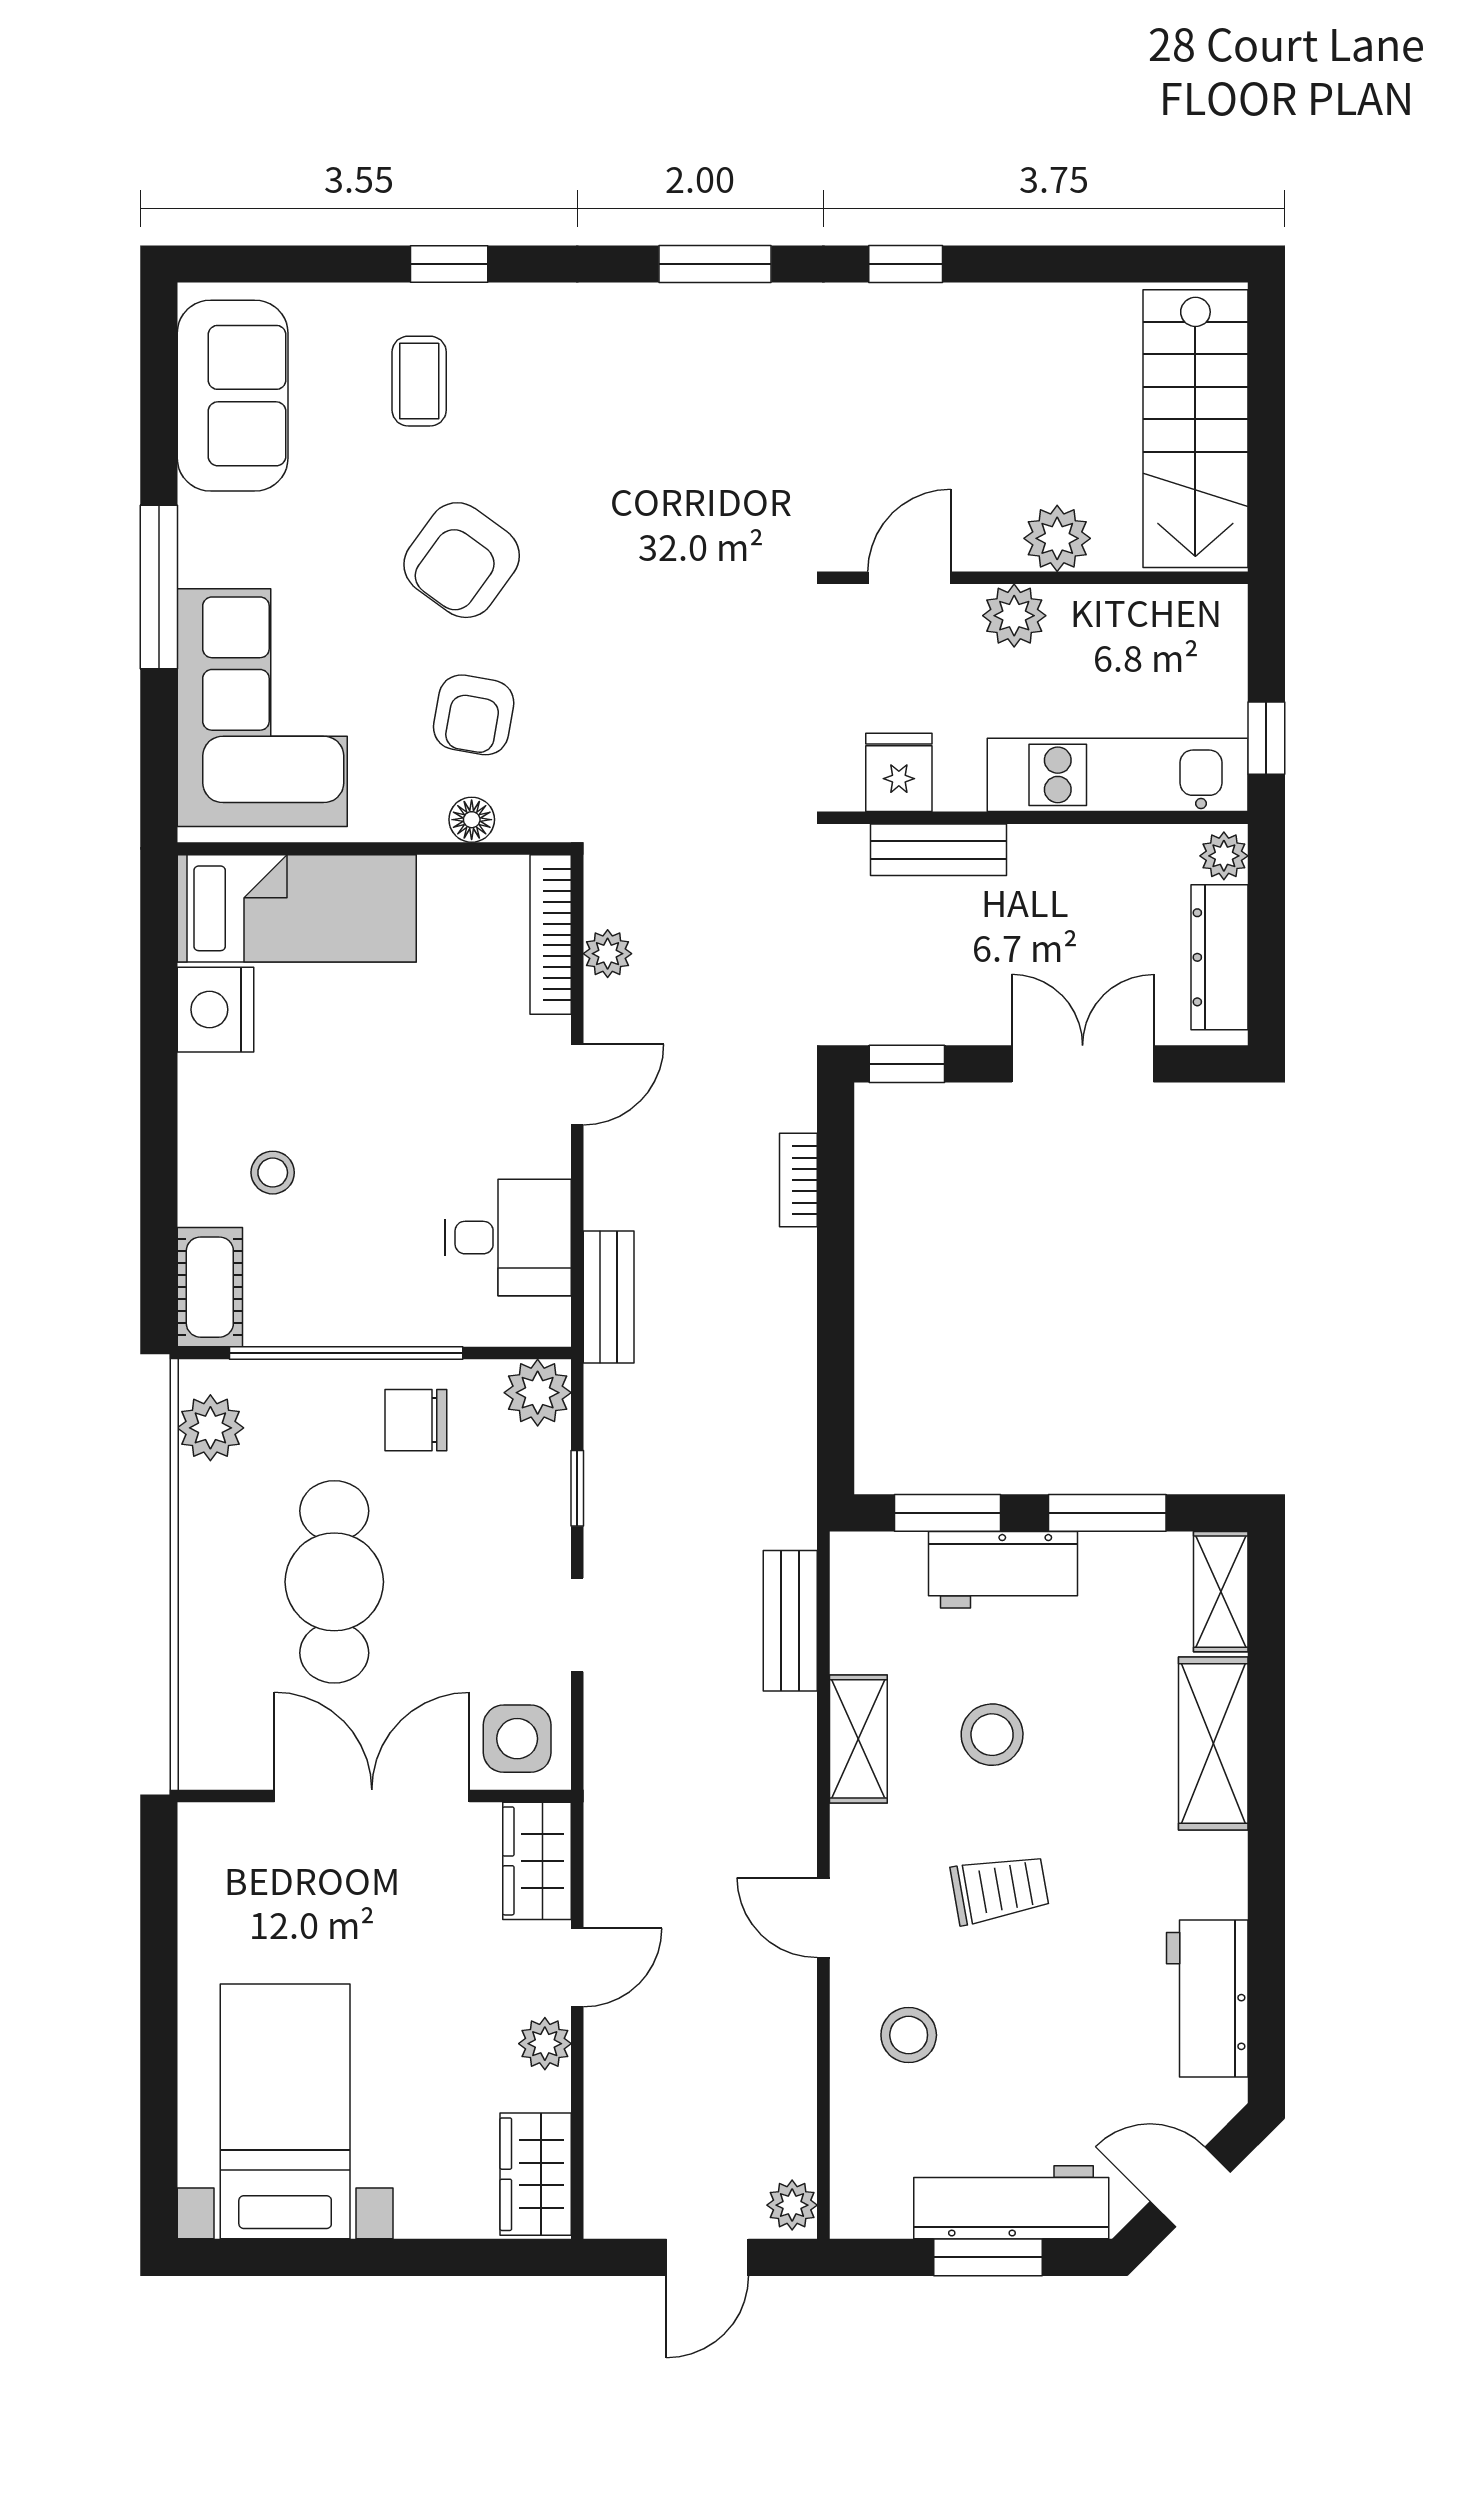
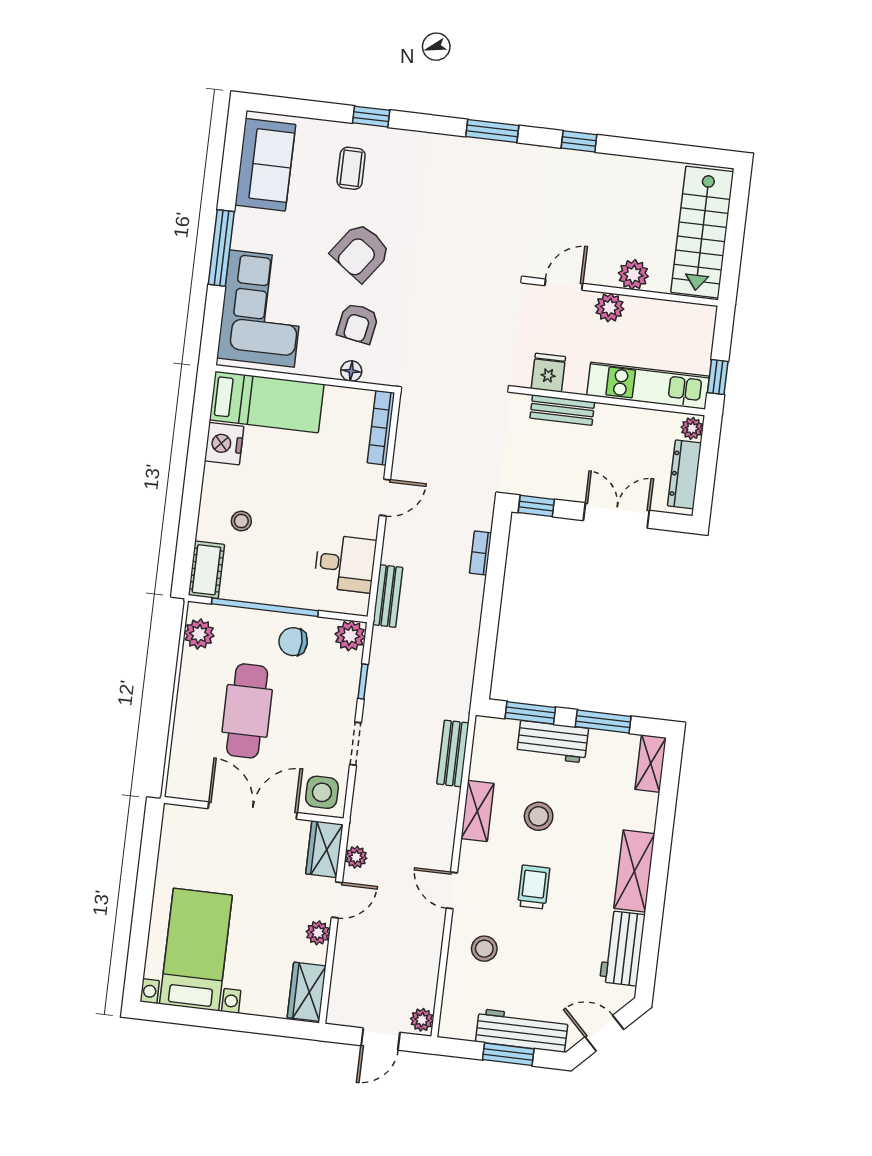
plant: (608, 954) -> (356, 857), moved
shelving: (1213, 1743) -> (634, 871), moved
trolley: (1000, 1889) -> (534, 887), turned -80

